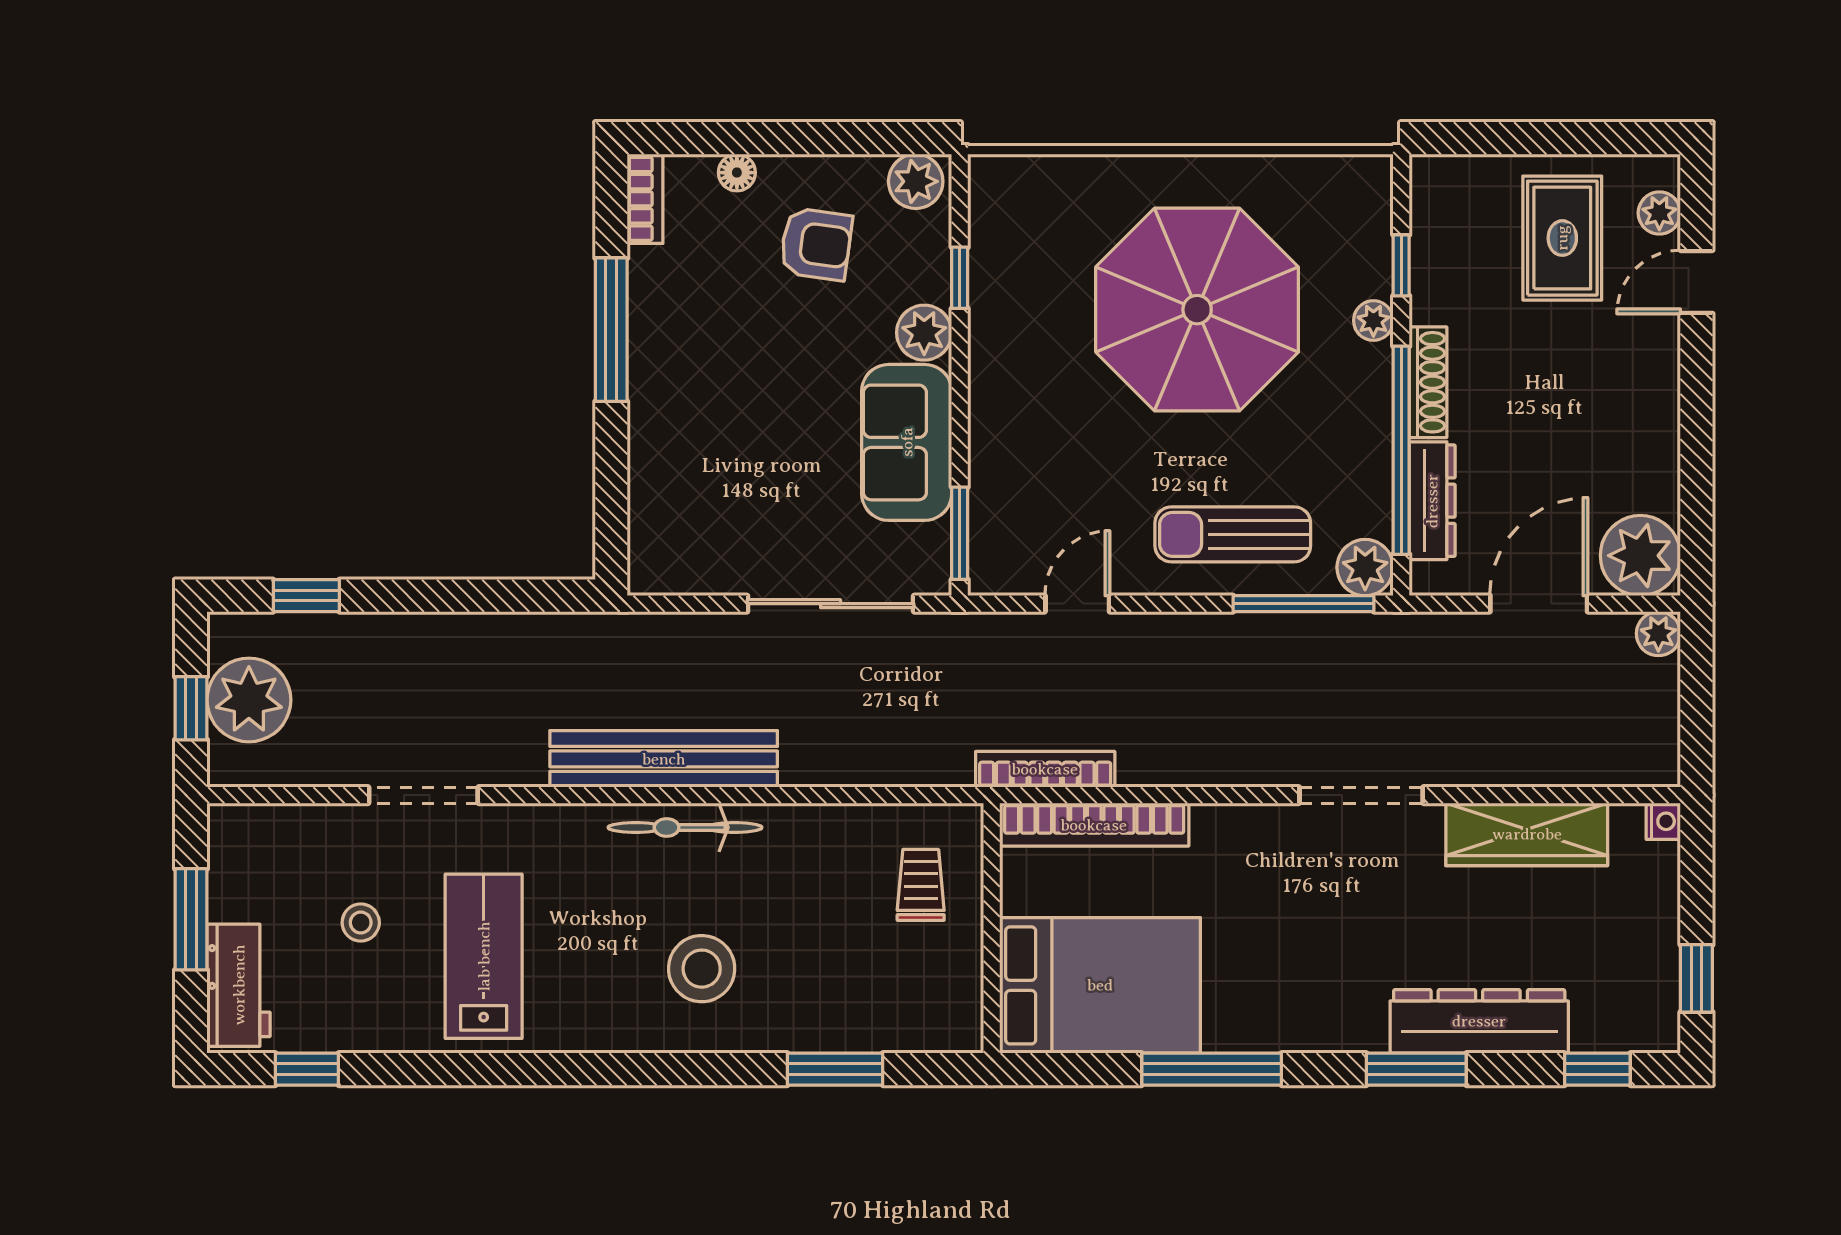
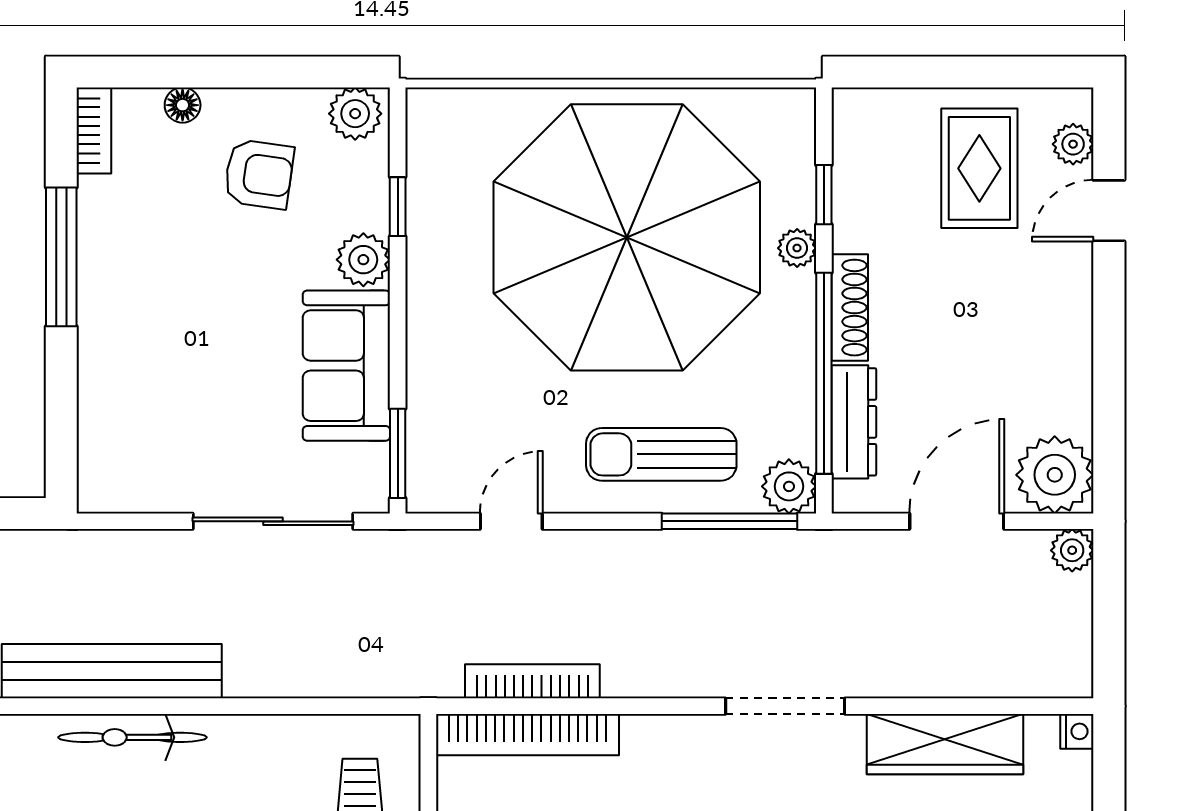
parasol: (1197, 310) -> (627, 237), width x1.36, depth x1.36
bookcase: (1045, 769) -> (532, 681), moved

